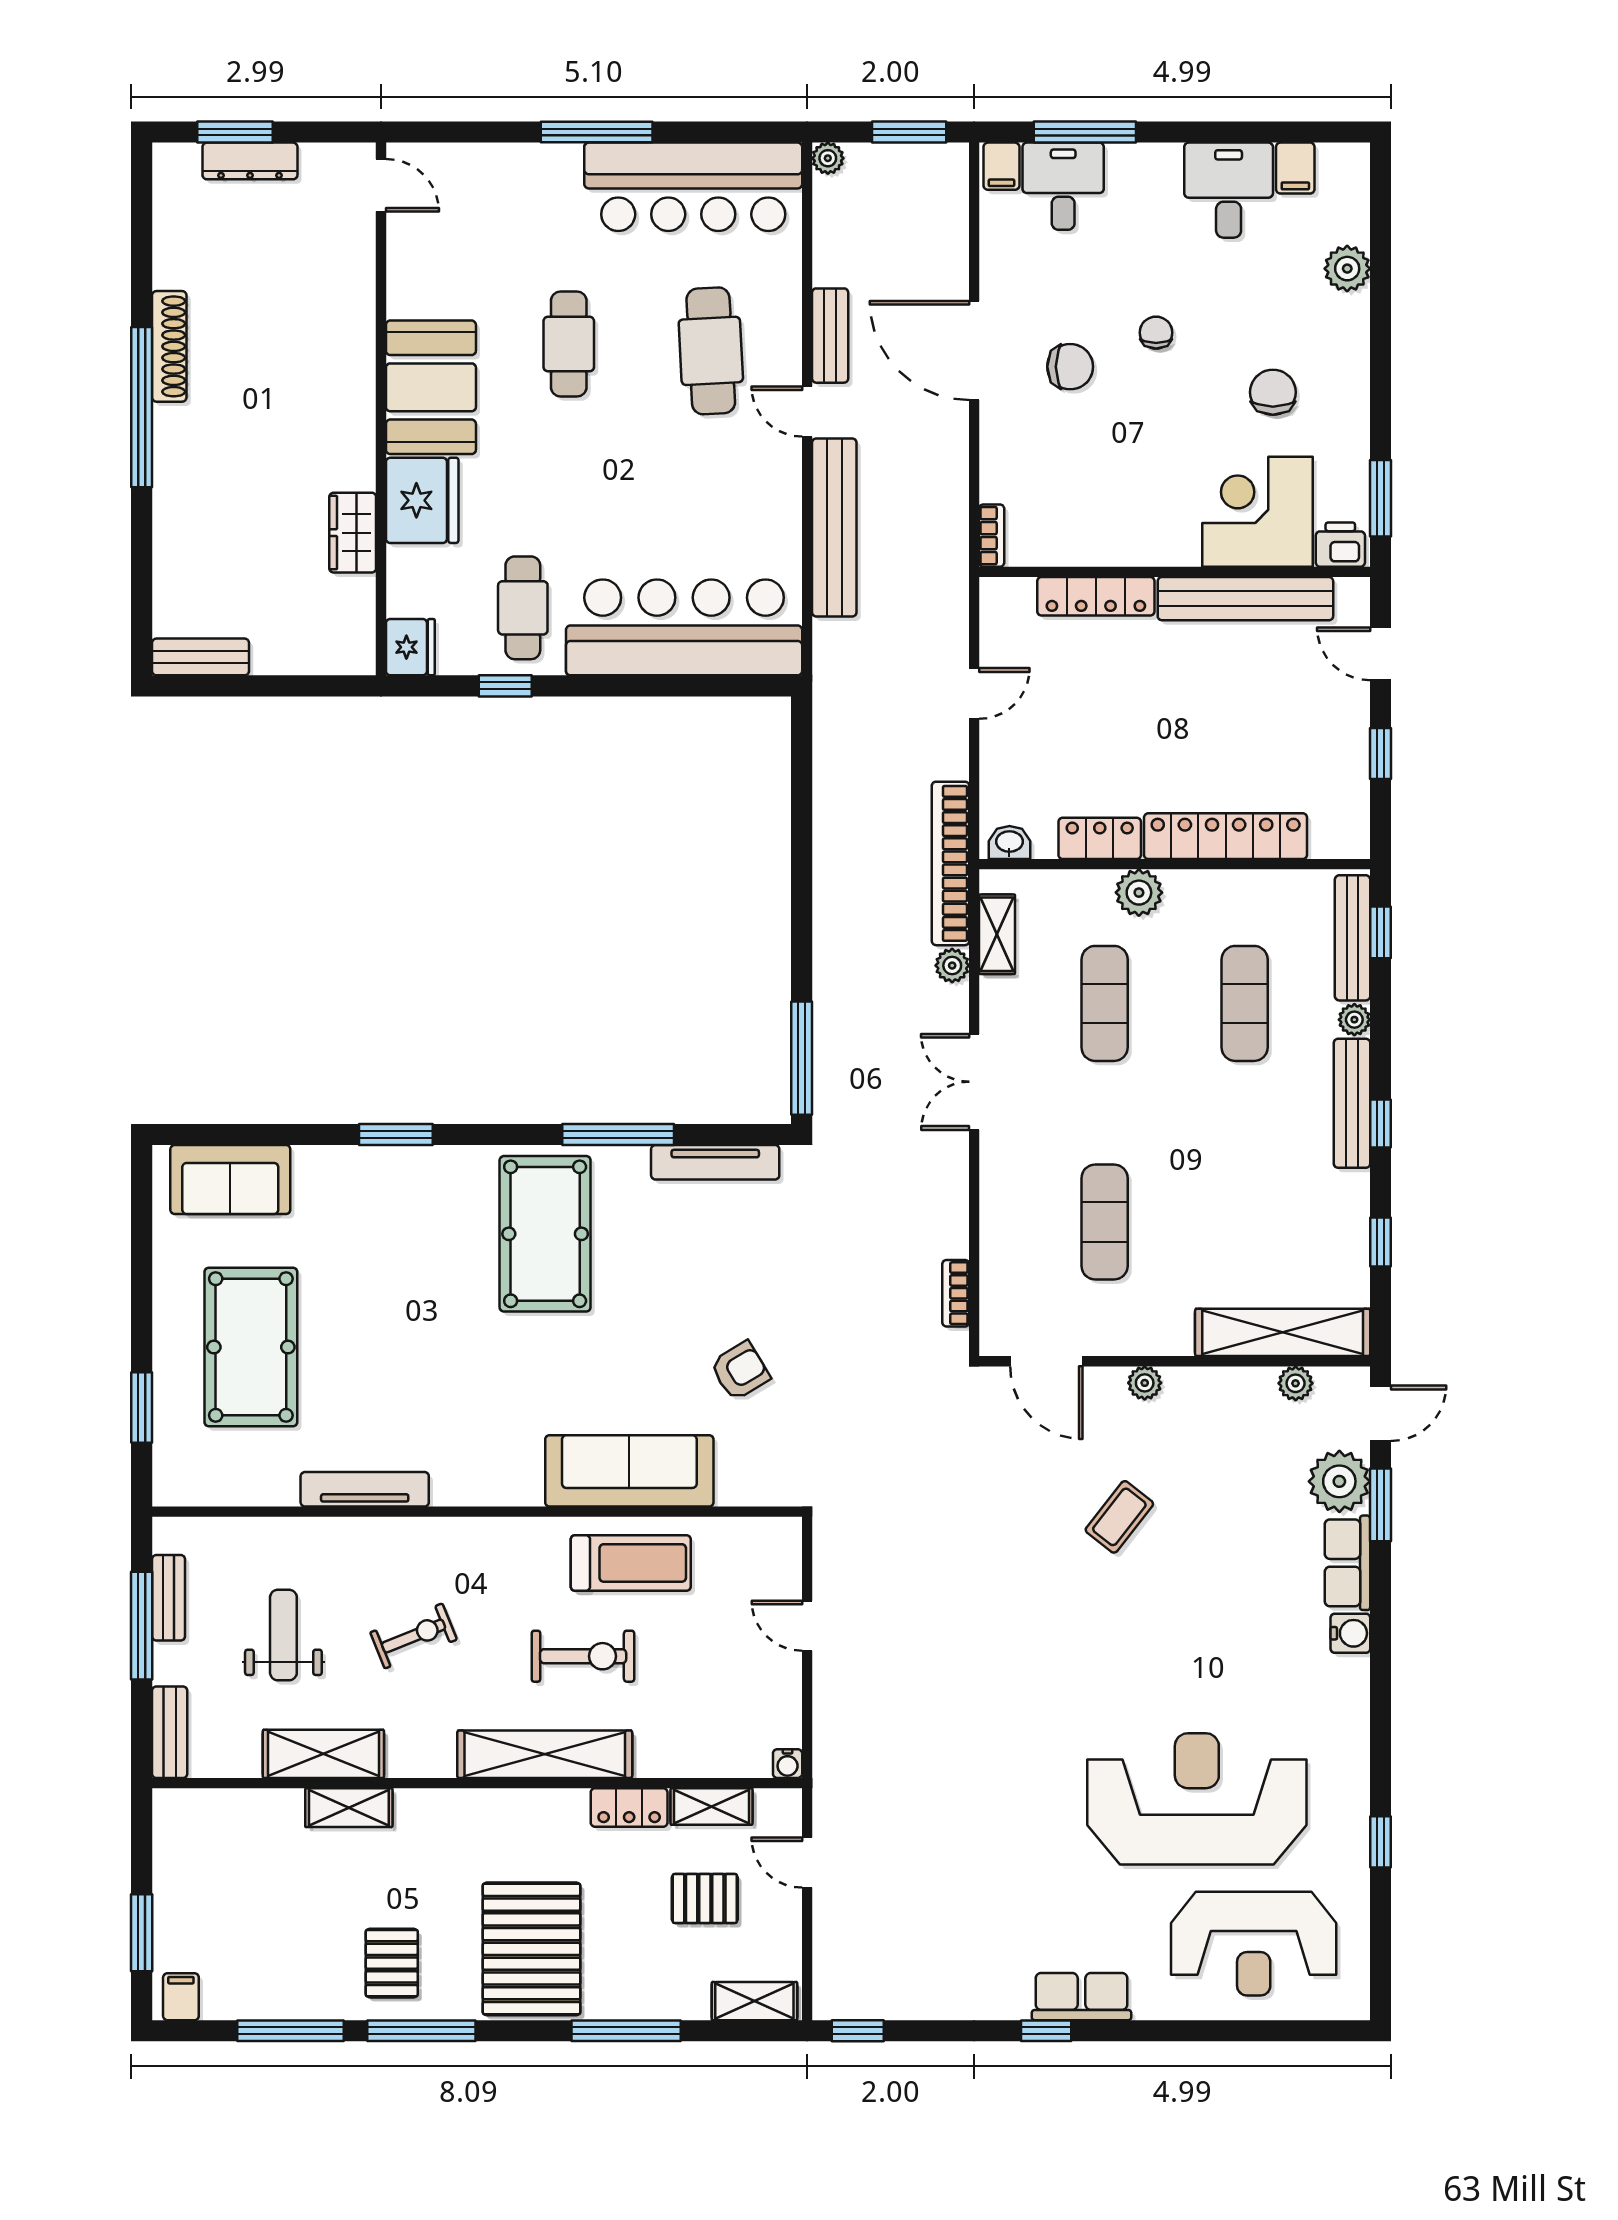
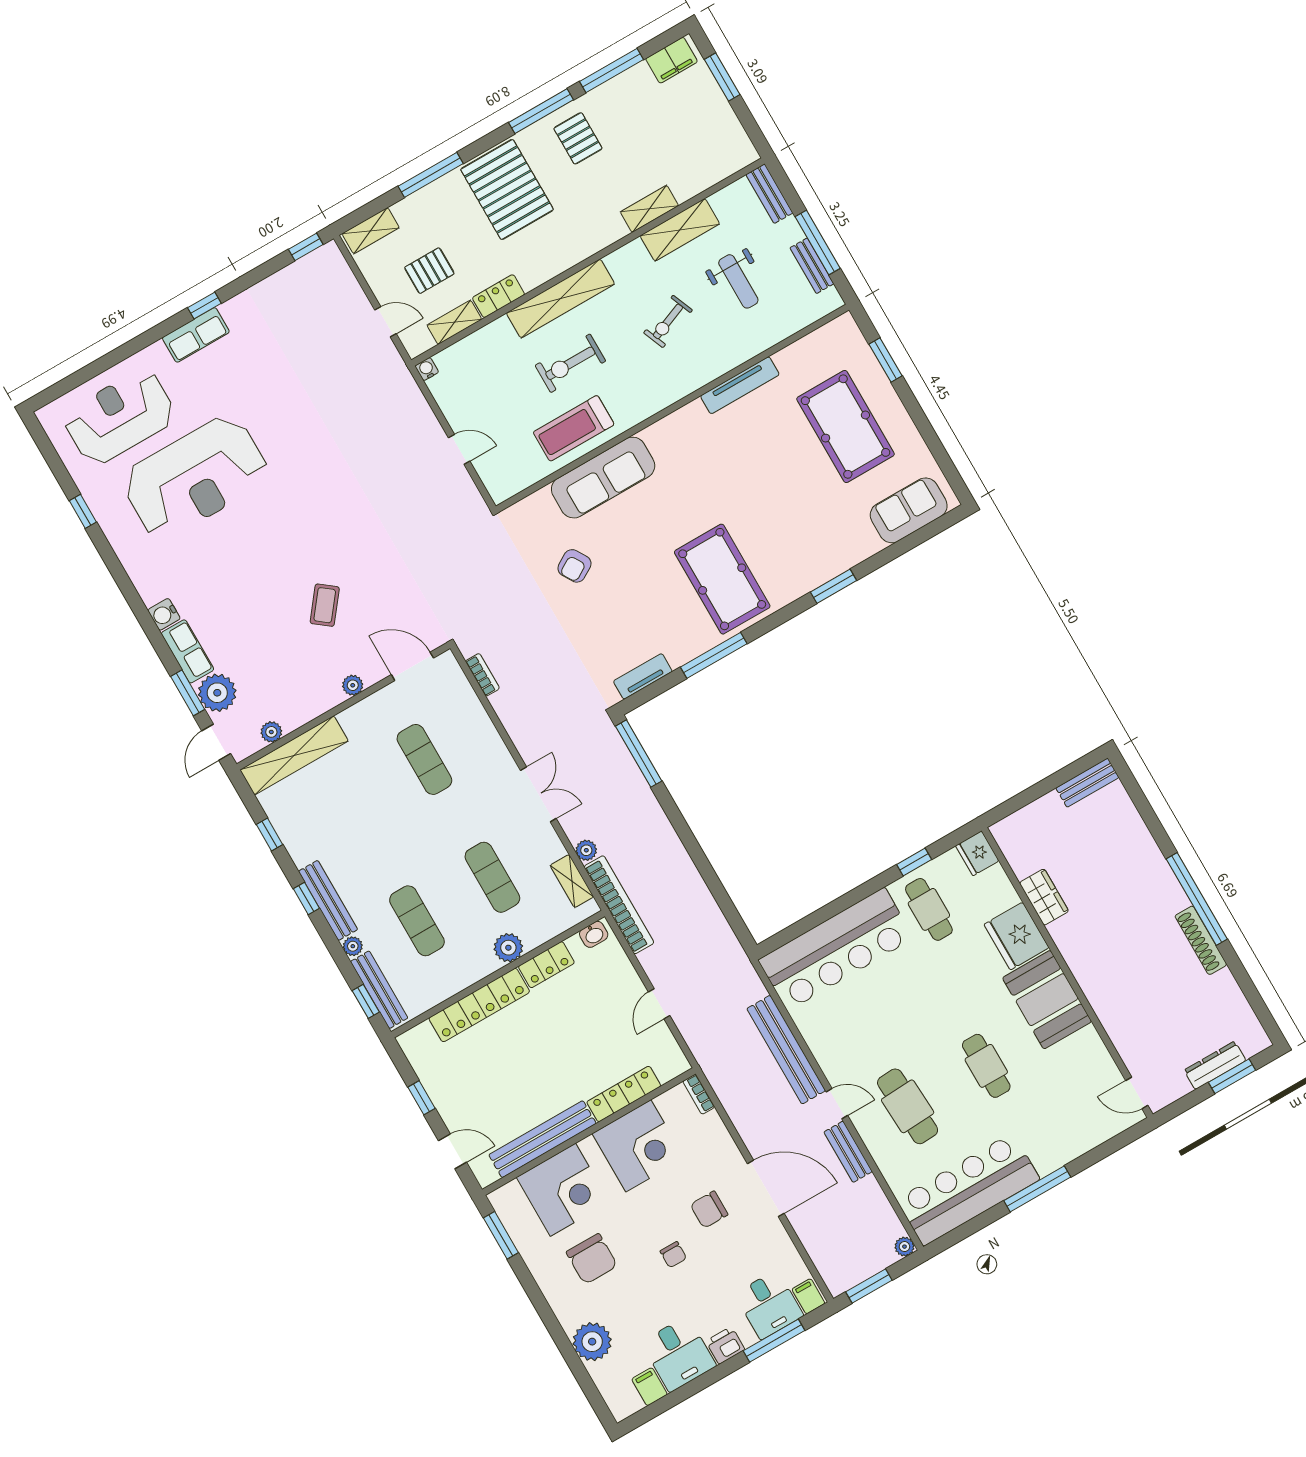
plant: (1347, 269) -> (592, 1342), width x1.36, depth x1.36
chair: (1273, 392) -> (592, 1259), width x1.37, depth x1.37
corner desk: (1117, 512) -> (638, 1146), added
printer: (1340, 545) -> (725, 1345), moved, turned 180
tv unit: (715, 1162) -> (643, 676), width x0.71
filing cabinet: (181, 1997) -> (672, 60), width x2.00

